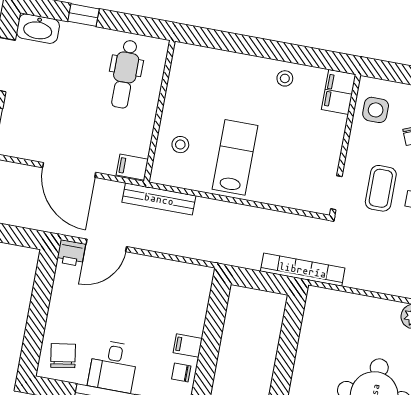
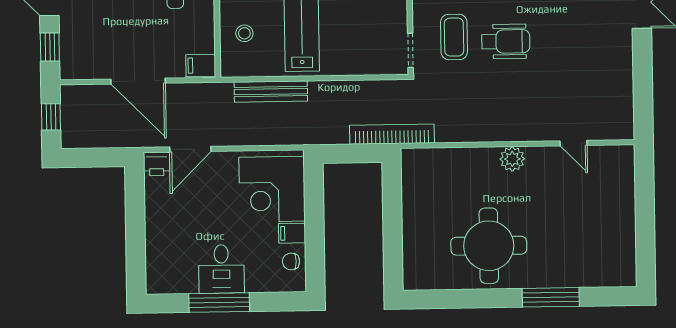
bench: (159, 199) -> (271, 92), moved
corner desk: (177, 299) -> (272, 189), added
chair: (63, 356) -> (169, 268), removed

